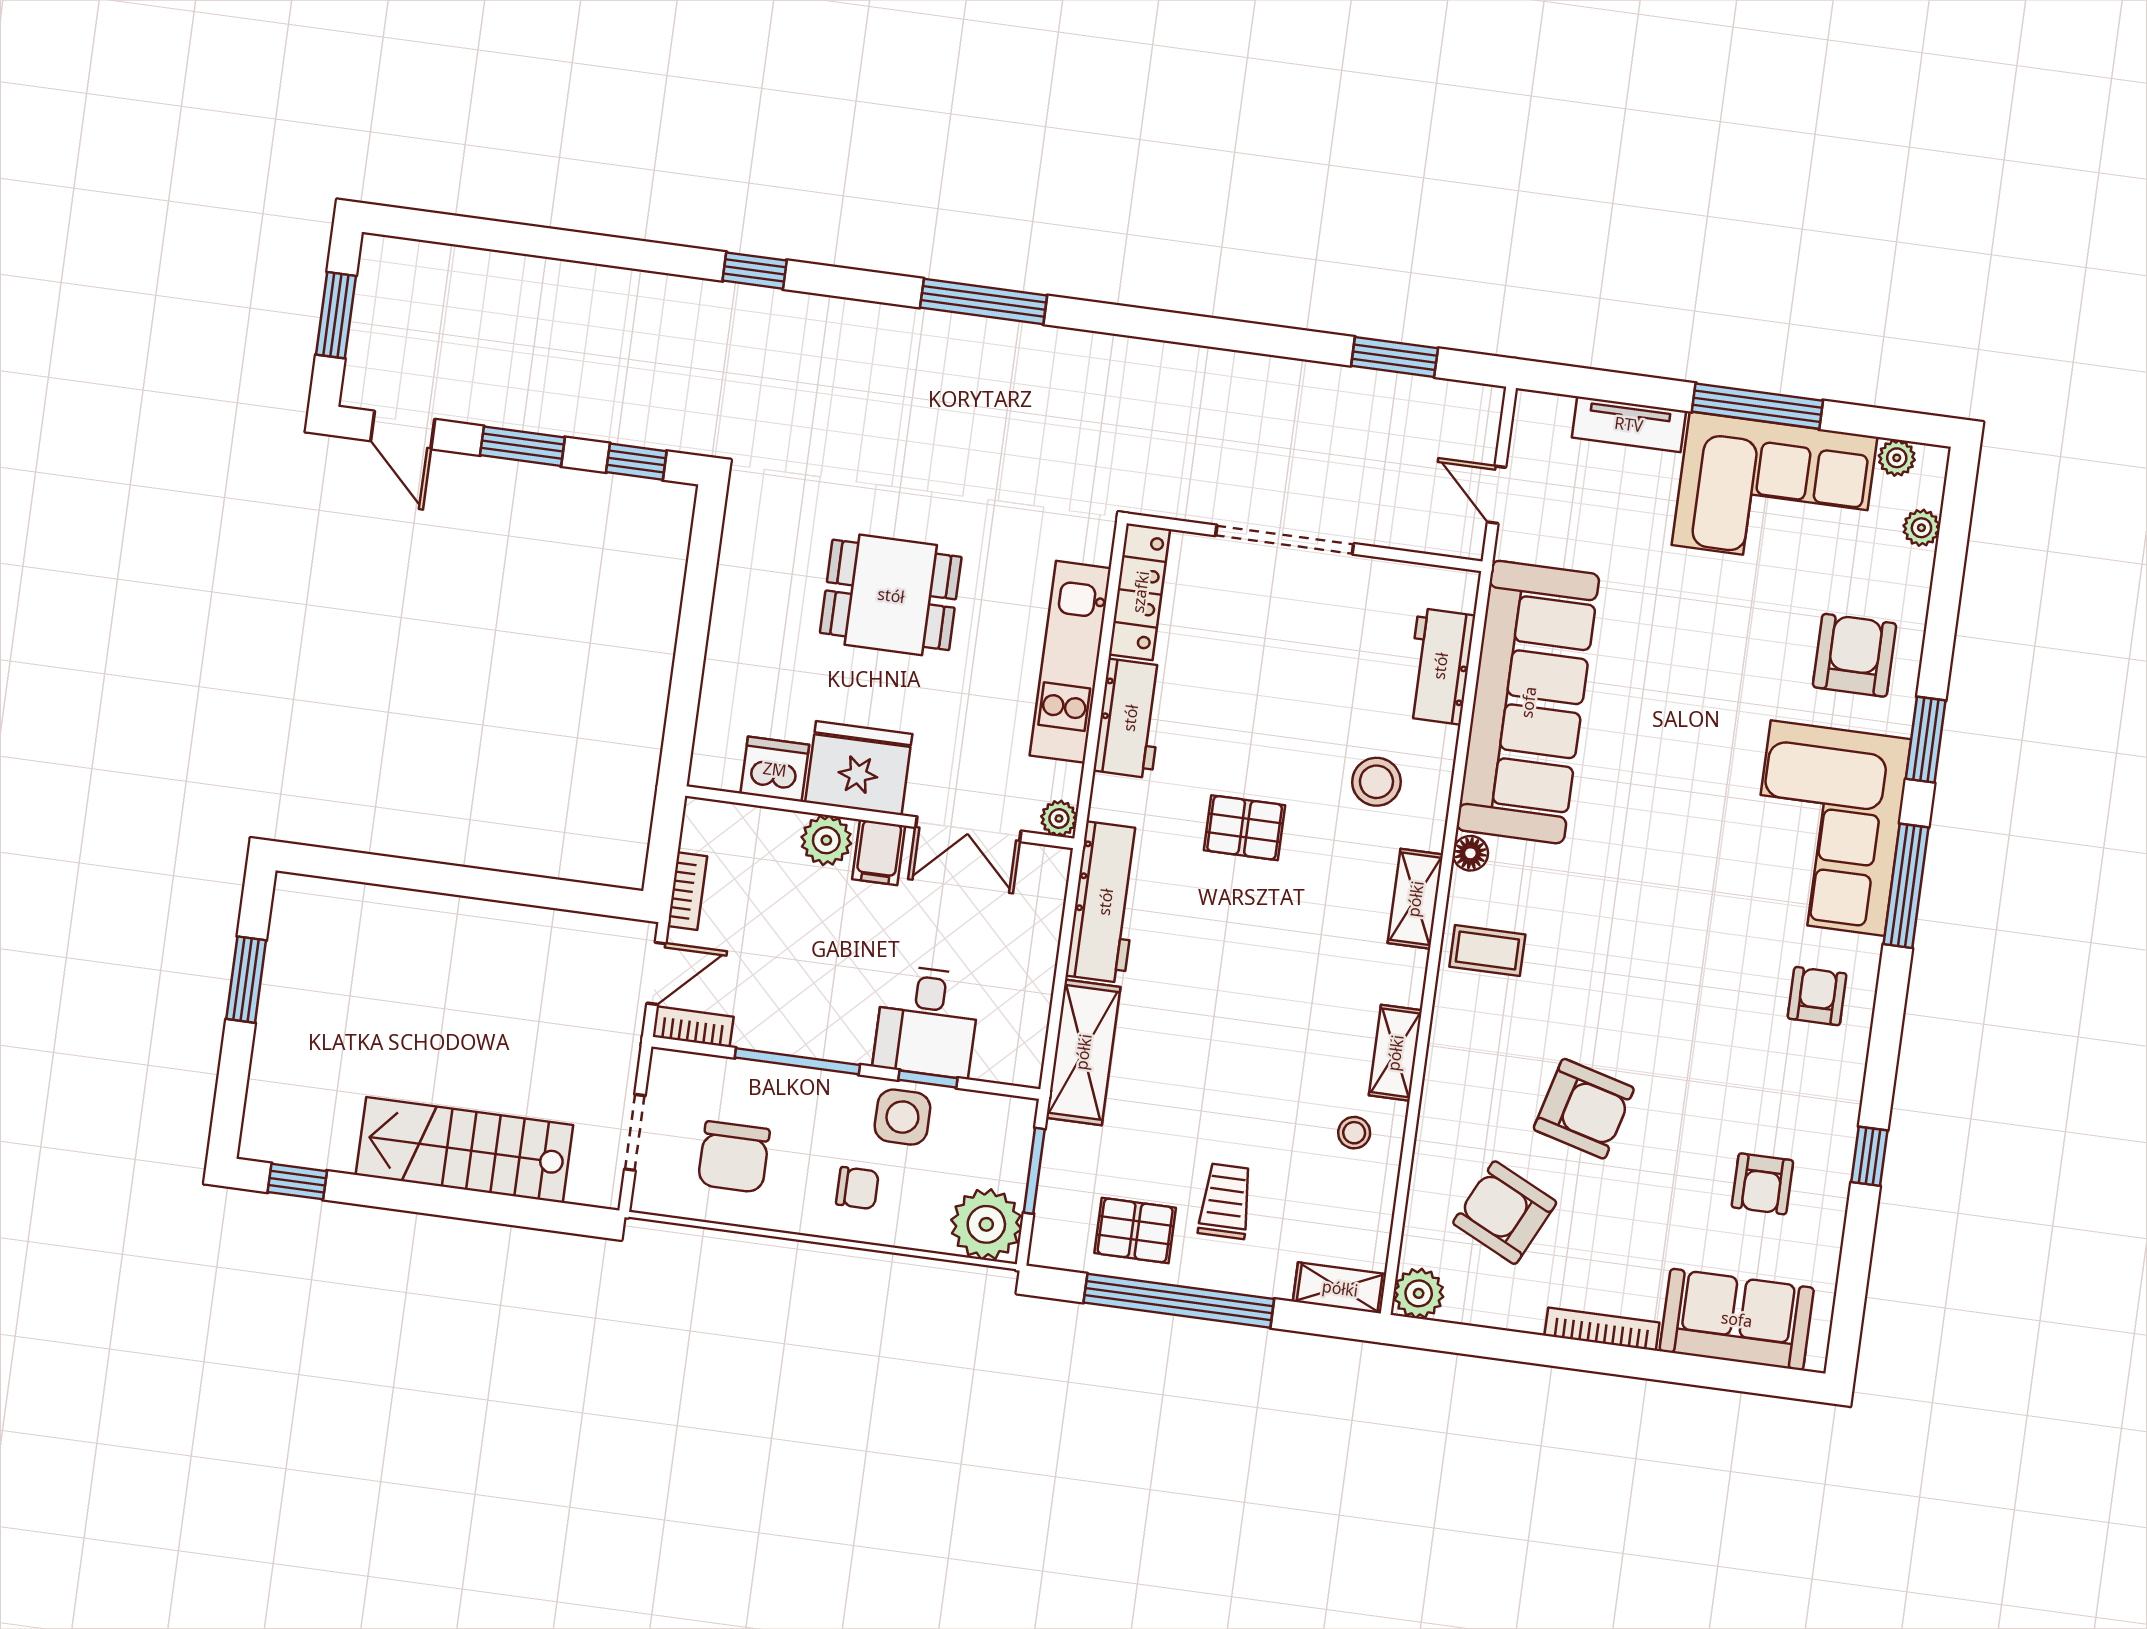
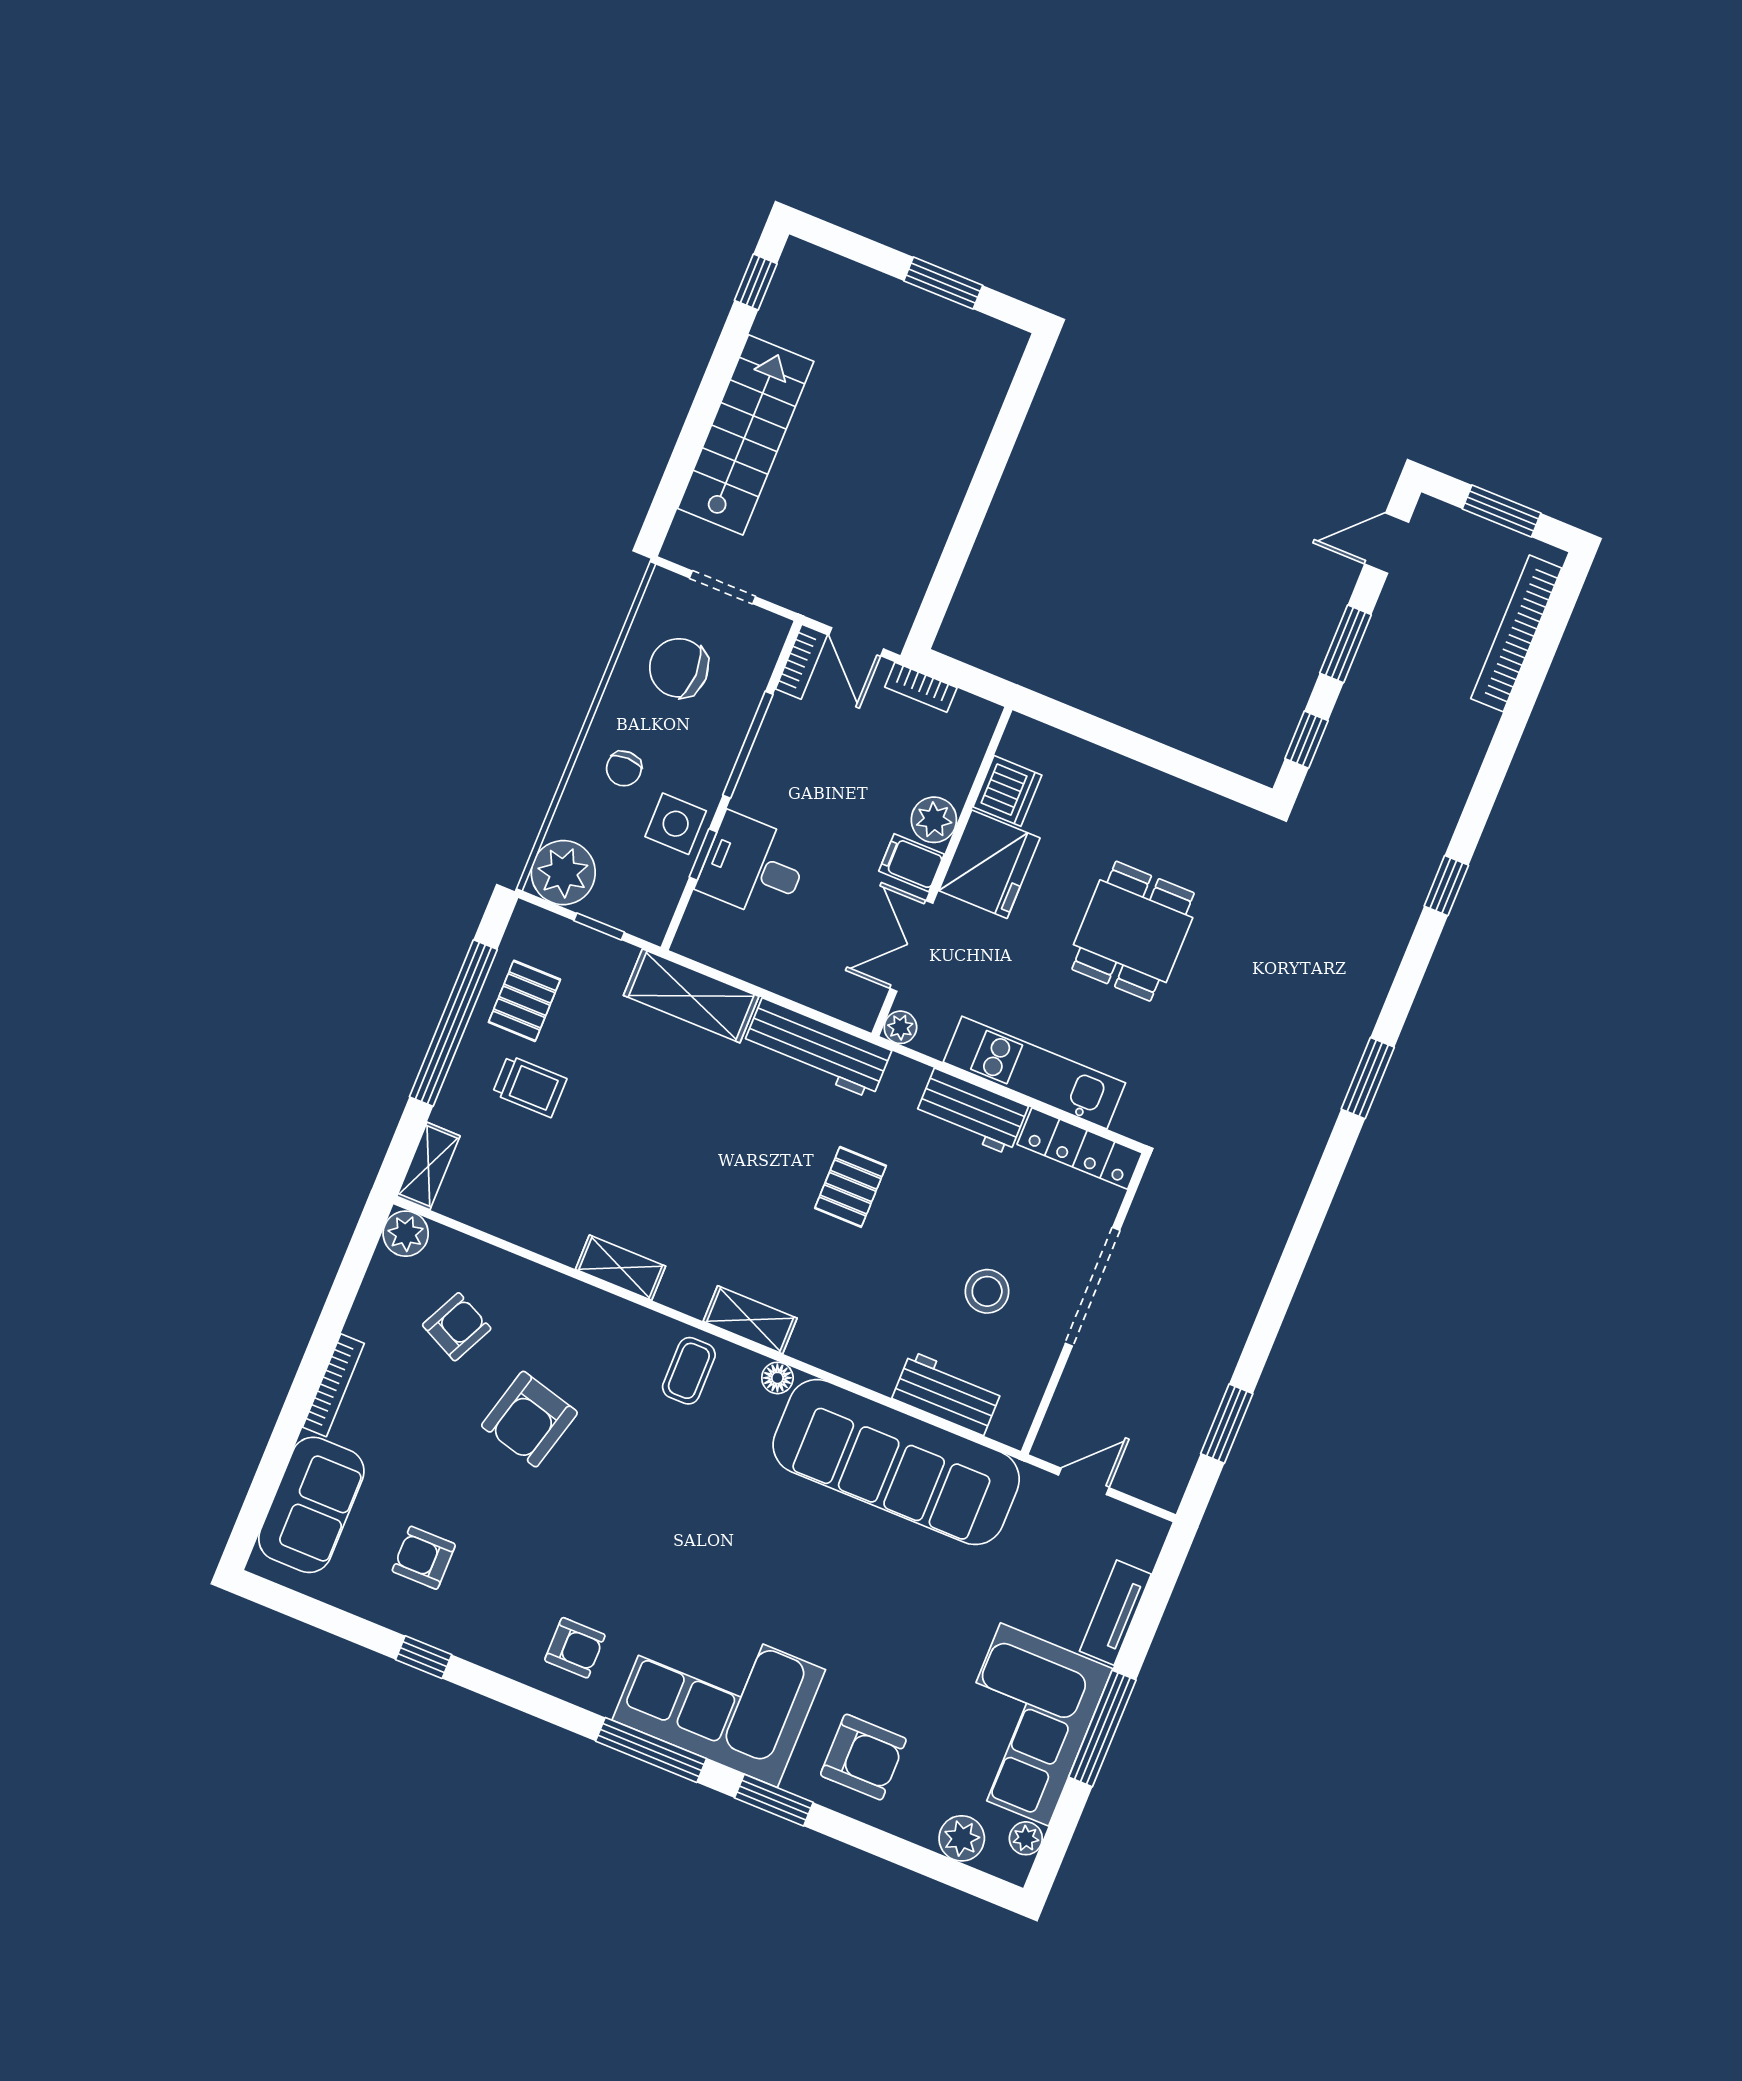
bookcase: (464, 265) -> (1516, 633), added
window: (984, 301) -> (1368, 1078), width x0.69
plant: (1921, 528) -> (962, 1838), width x1.38, depth x1.38
stool: (1376, 782) -> (987, 1291), moved
stool: (1354, 1133) -> (560, 1214), removed
window: (1034, 1171) -> (599, 926), width x0.67
armchair: (1505, 1213) -> (457, 1327), width x0.72, depth x0.72

